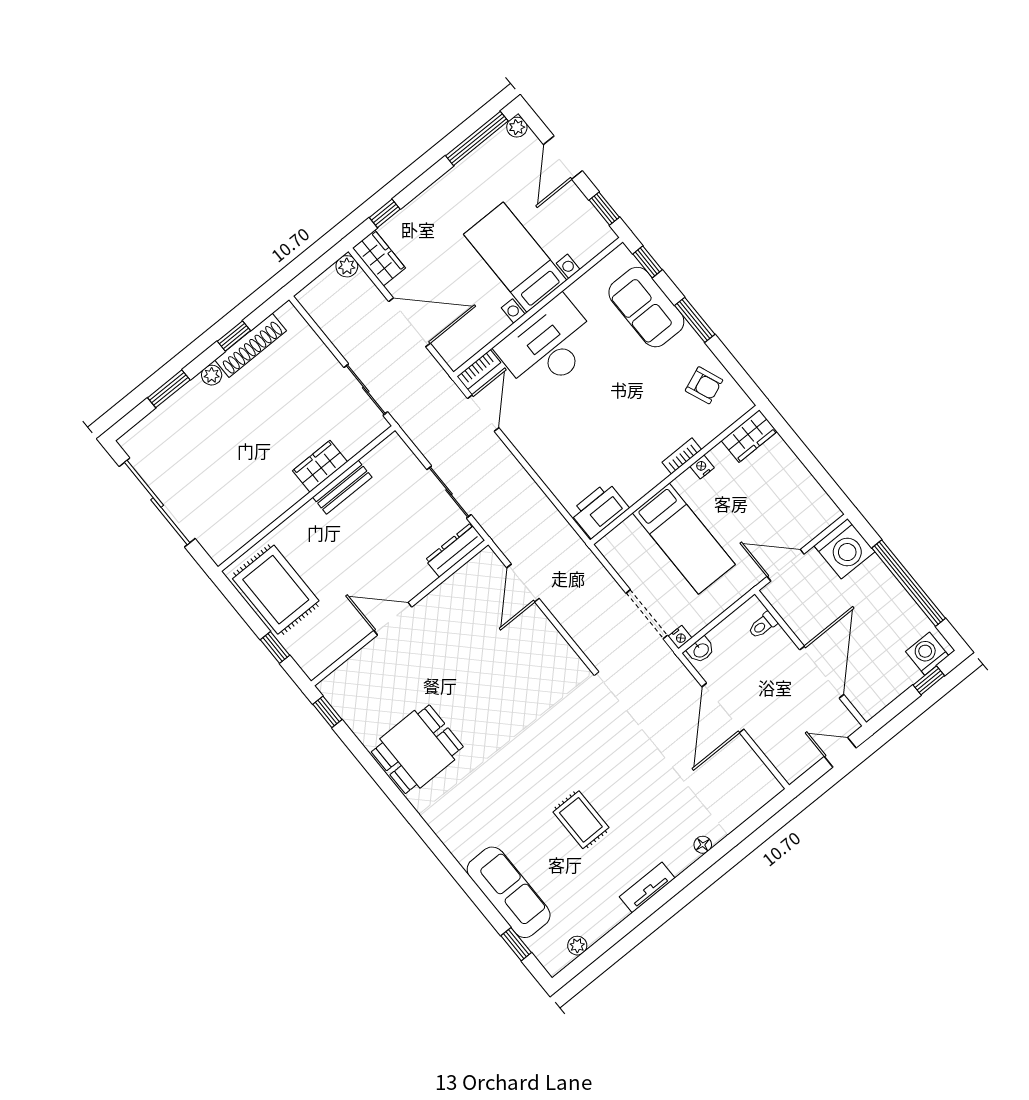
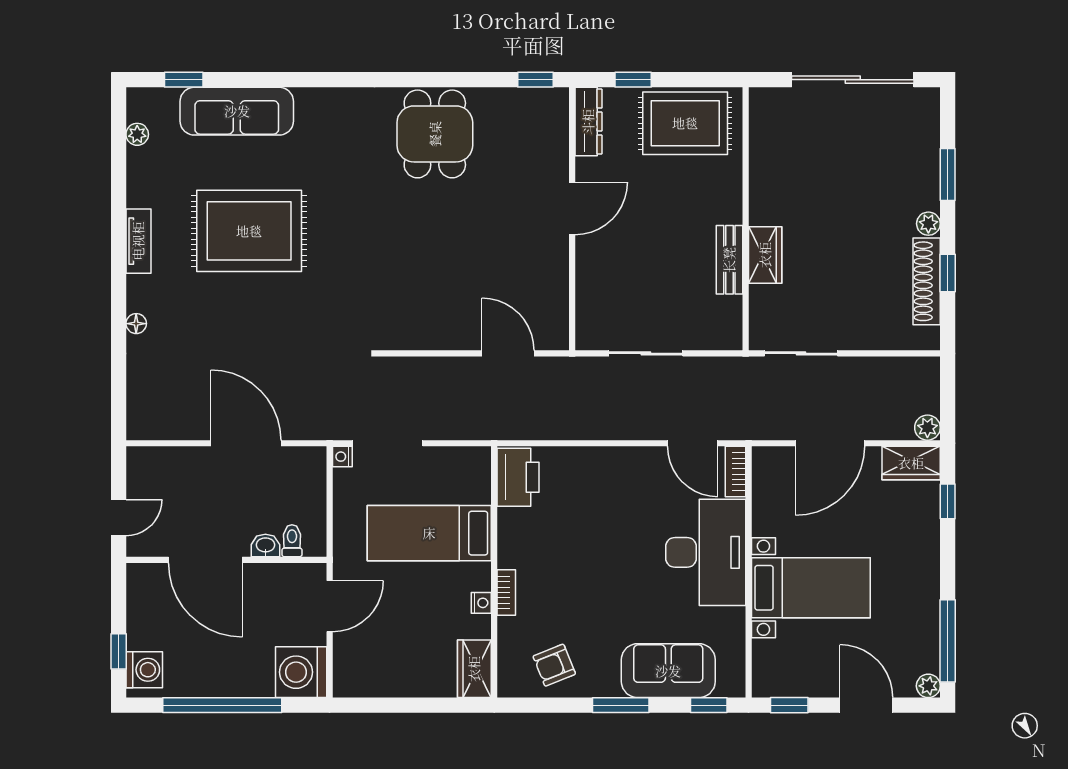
dresser: (455, 550) -> (588, 122), moved
washbasin: (701, 650) -> (265, 546), moved, turned 90
rug: (581, 820) -> (249, 231), width x1.86, depth x2.06

